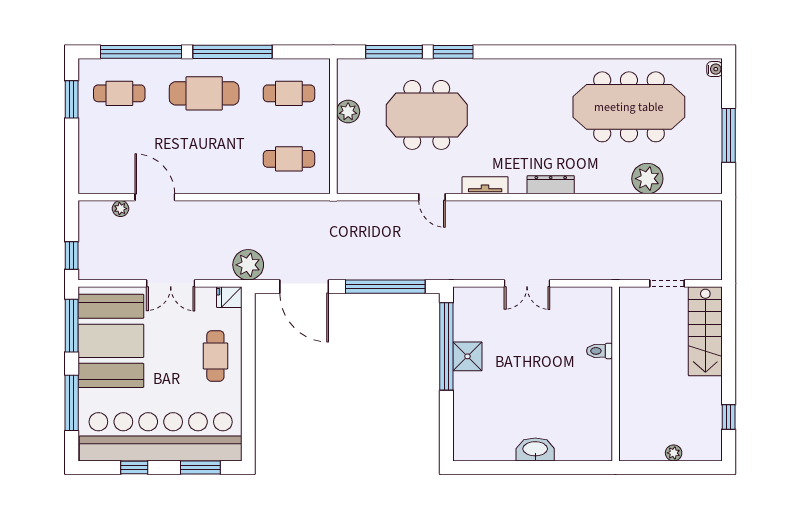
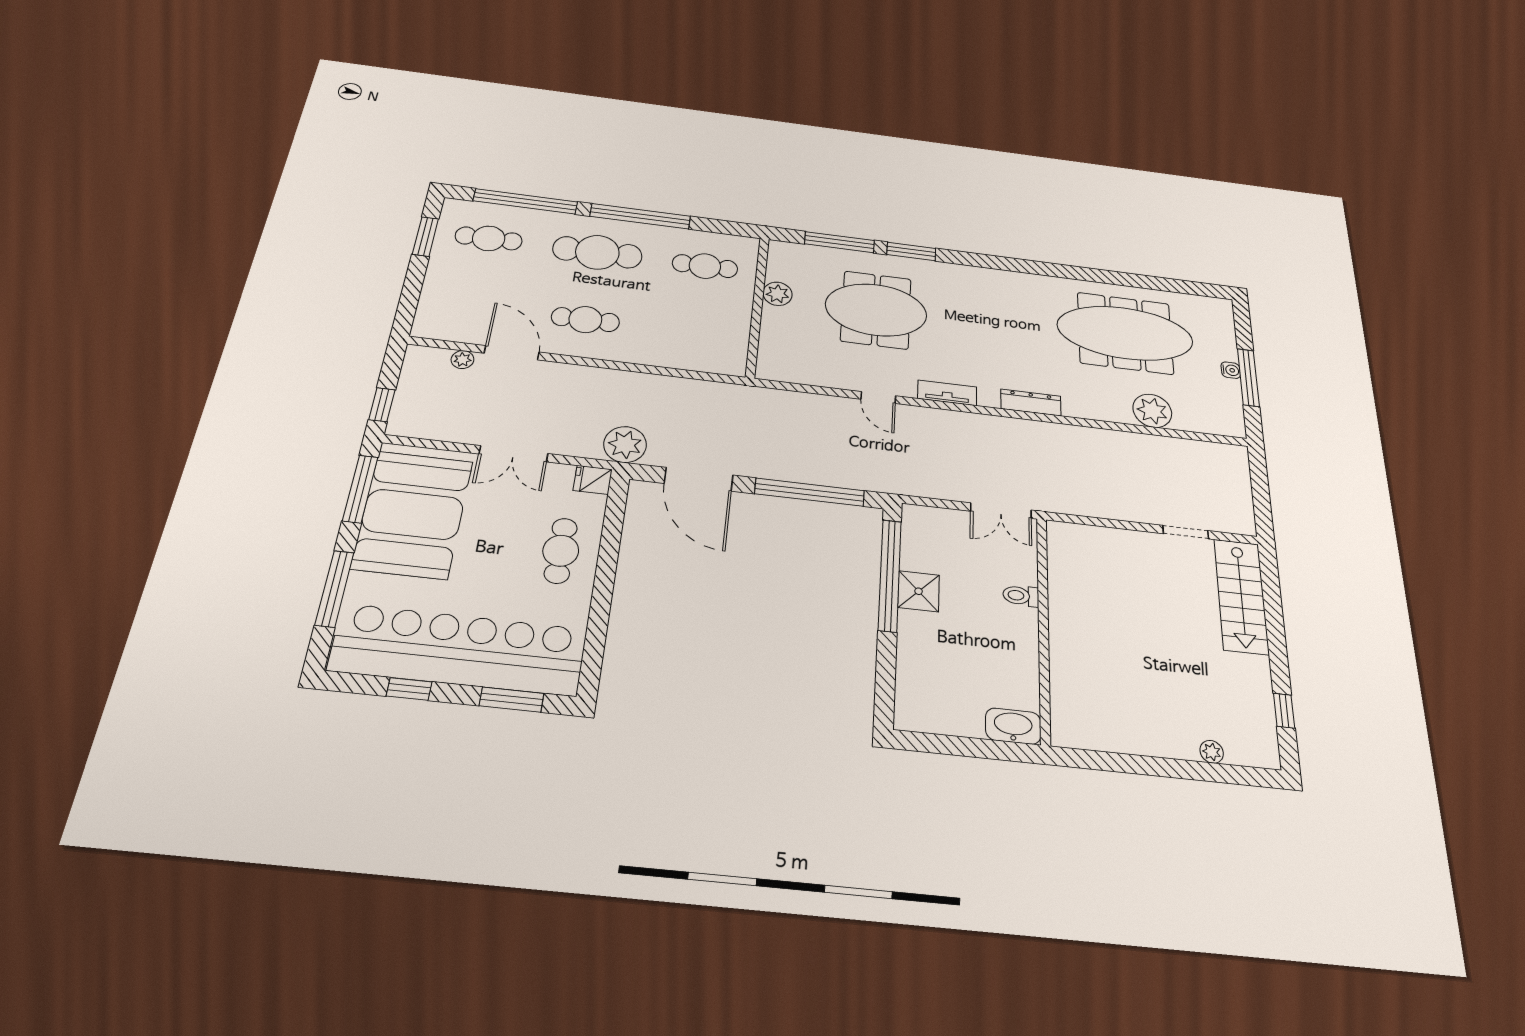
water cooler: (715, 69) -> (1231, 370), moved
cafe table: (289, 159) -> (585, 320), moved
toilet: (600, 351) -> (1021, 596), moved
wall: (616, 374) -> (1043, 628), moved

